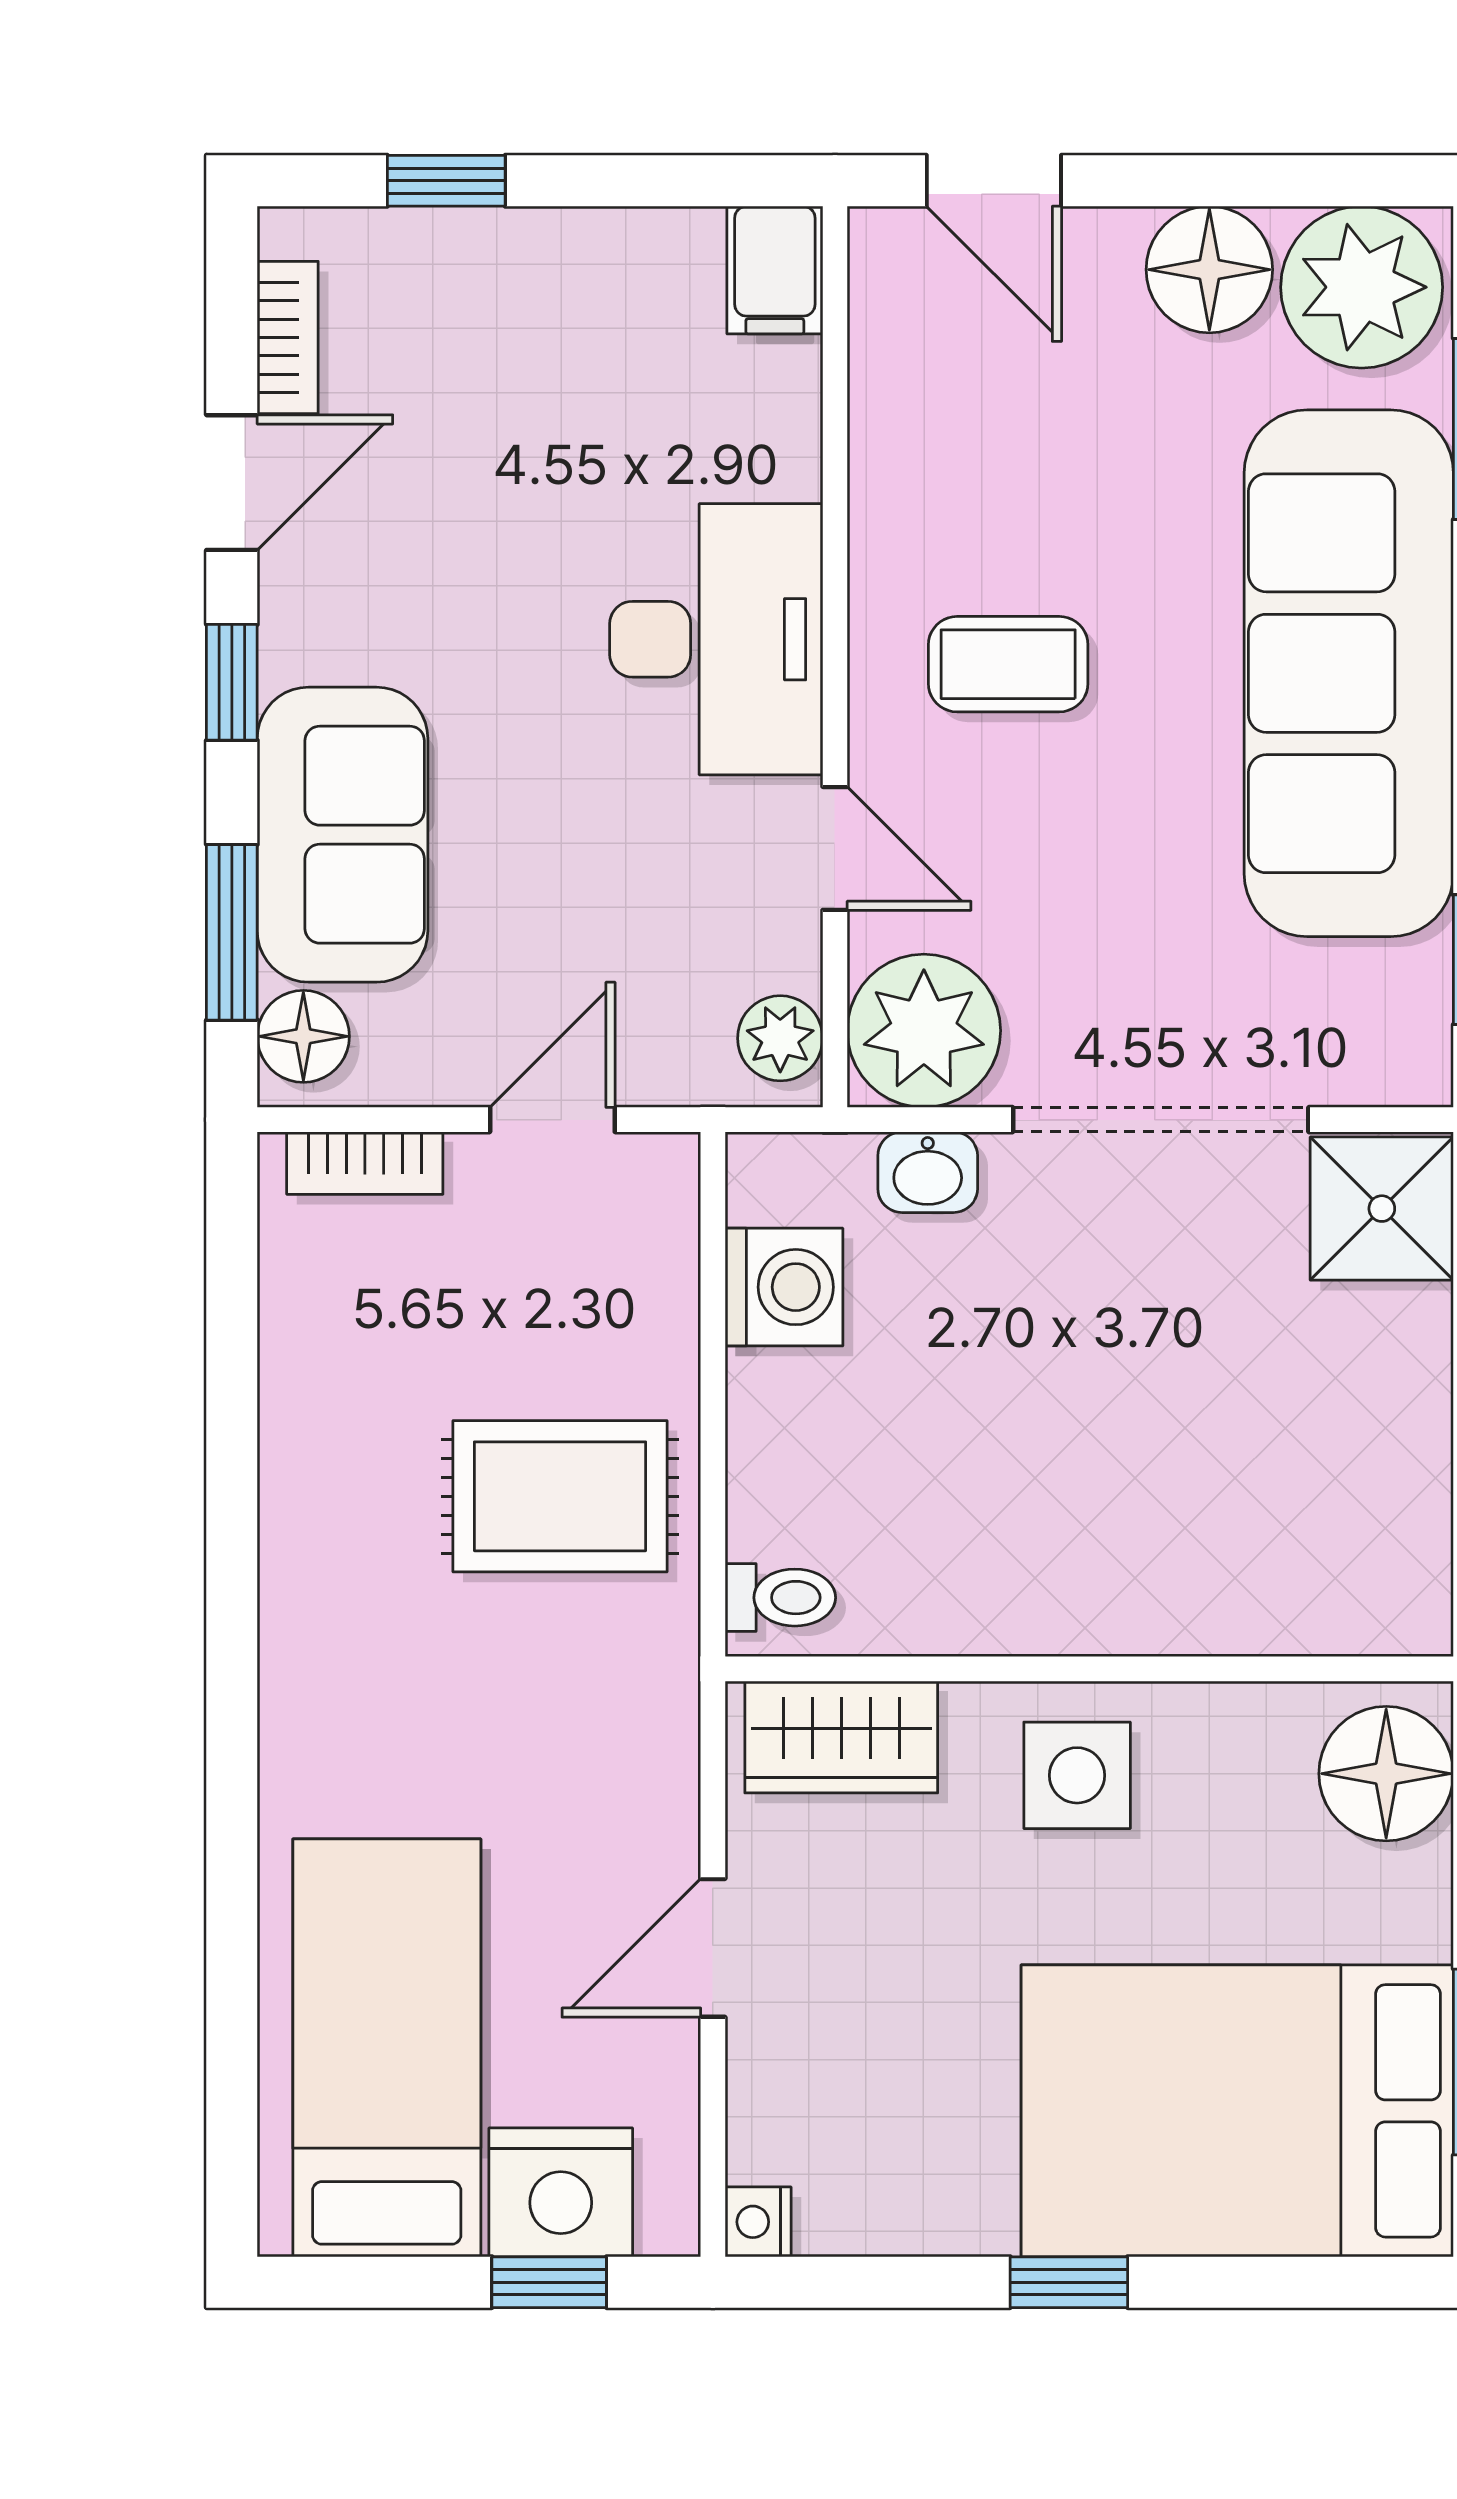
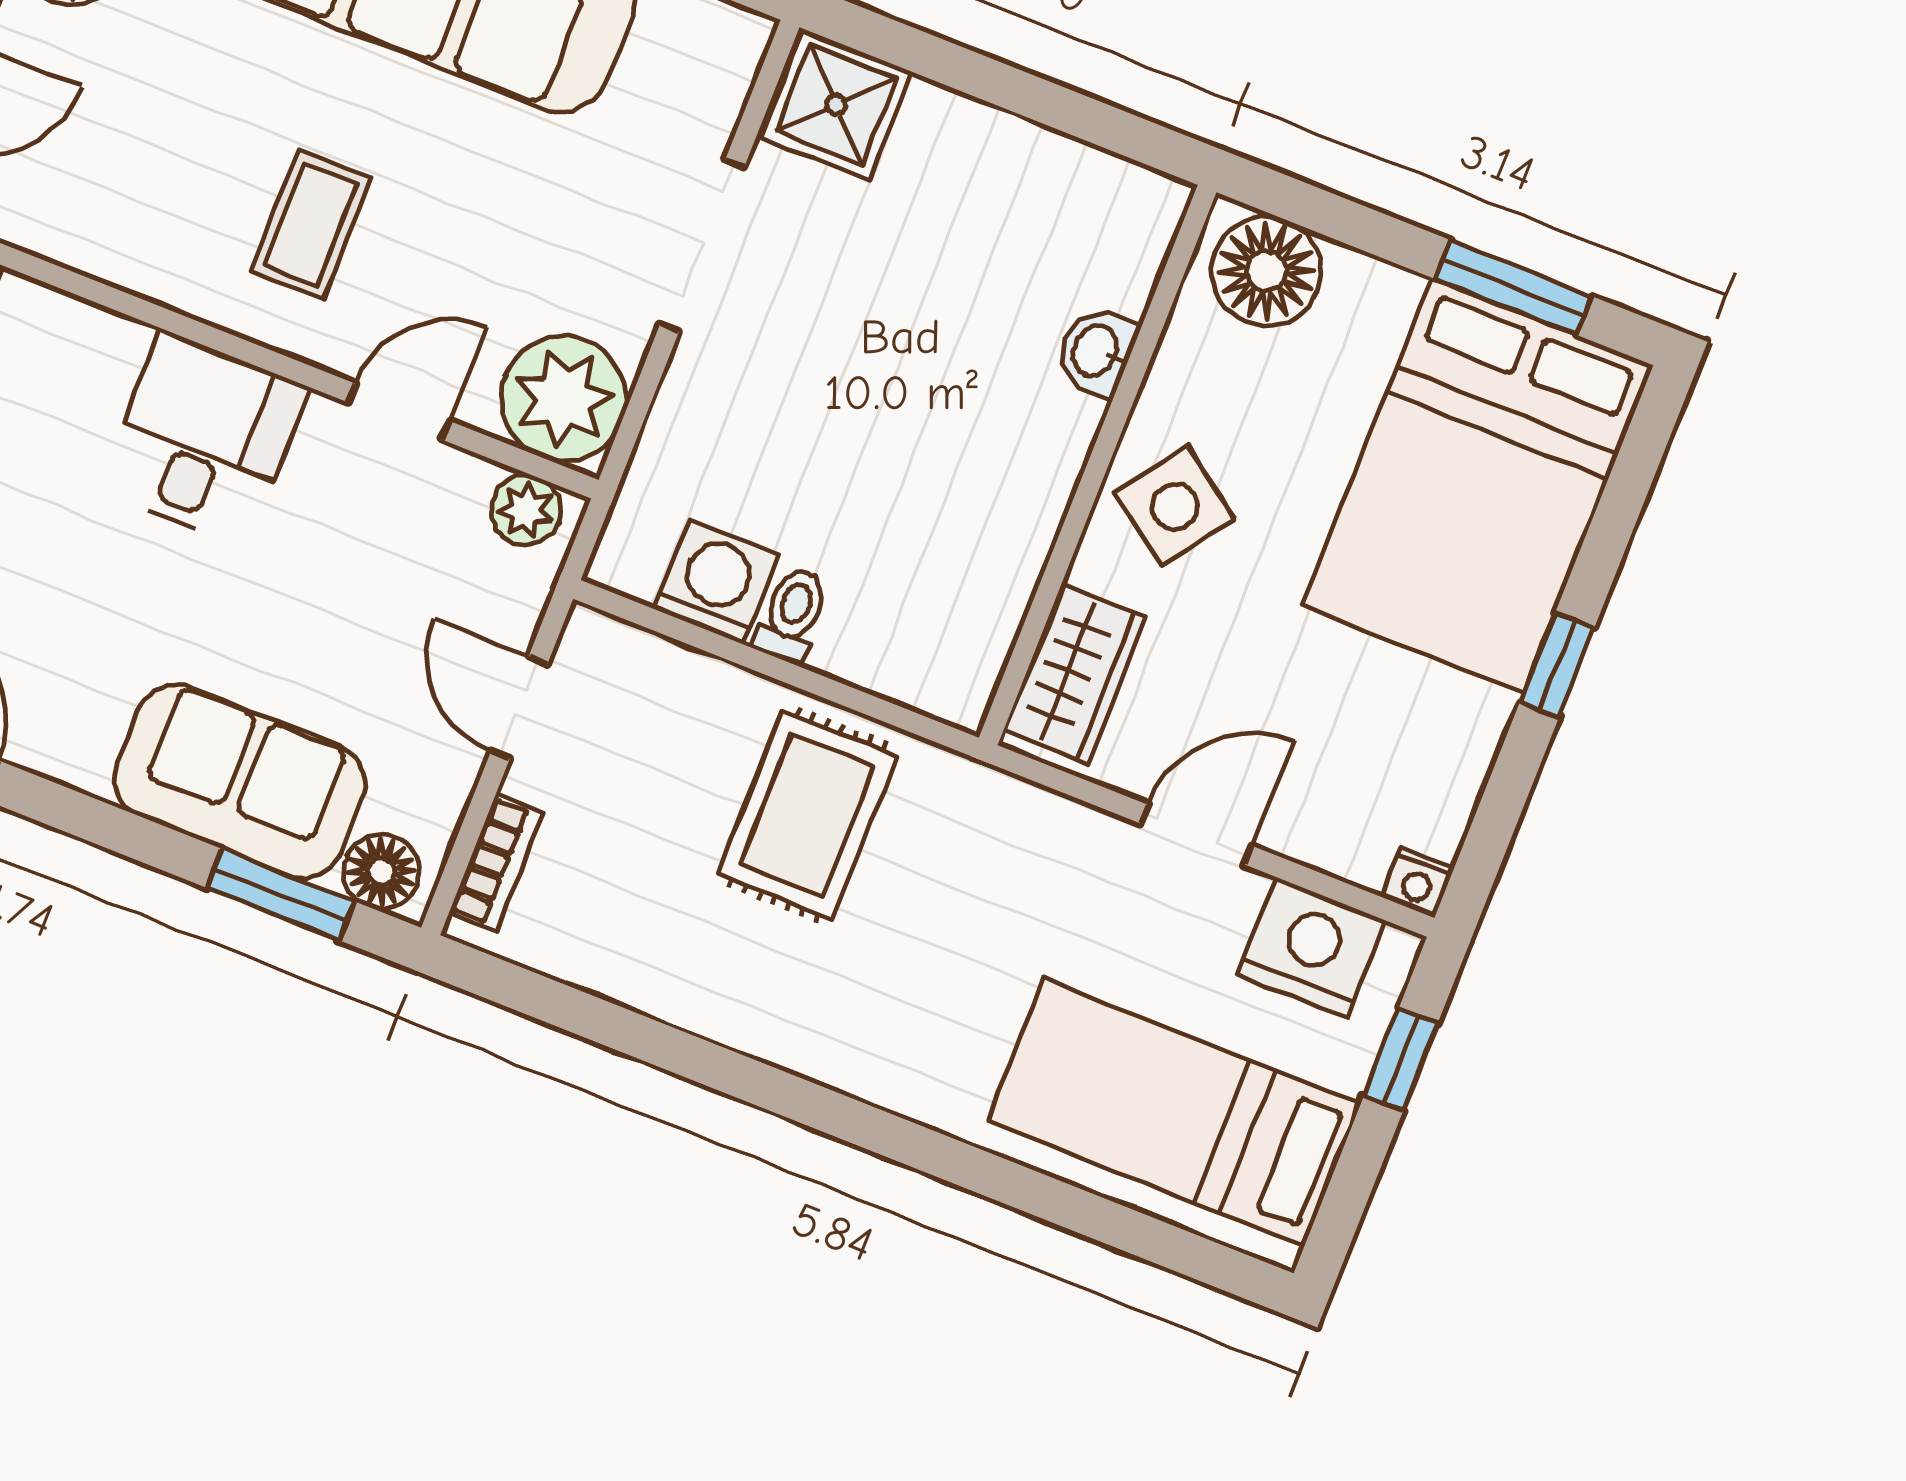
desk: (716, 639) -> (204, 439), width x0.73
window: (232, 682) -> (91, 819), removed
doorway: (1161, 1120) -> (702, 246), width x0.73
washbasin: (928, 1172) -> (1097, 351), moved, turned 180
toilet: (780, 1598) -> (792, 615), moved
side table: (1077, 1775) -> (1175, 506), turned 36
door: (713, 1948) -> (1196, 835), swing flipped
nightstand: (561, 2192) -> (1311, 947), moved, turned -90

